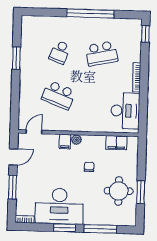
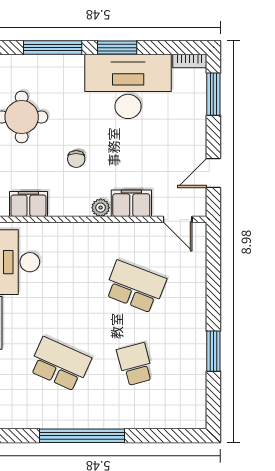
school desk: (60, 52) -> (135, 364), turned -36
school desk: (102, 53) -> (60, 364), turned 36
door: (34, 132) -> (178, 219), hinge flipped
filing cabinet: (65, 142) -> (131, 203), width x2.00
window: (13, 187) -> (213, 94), moved

